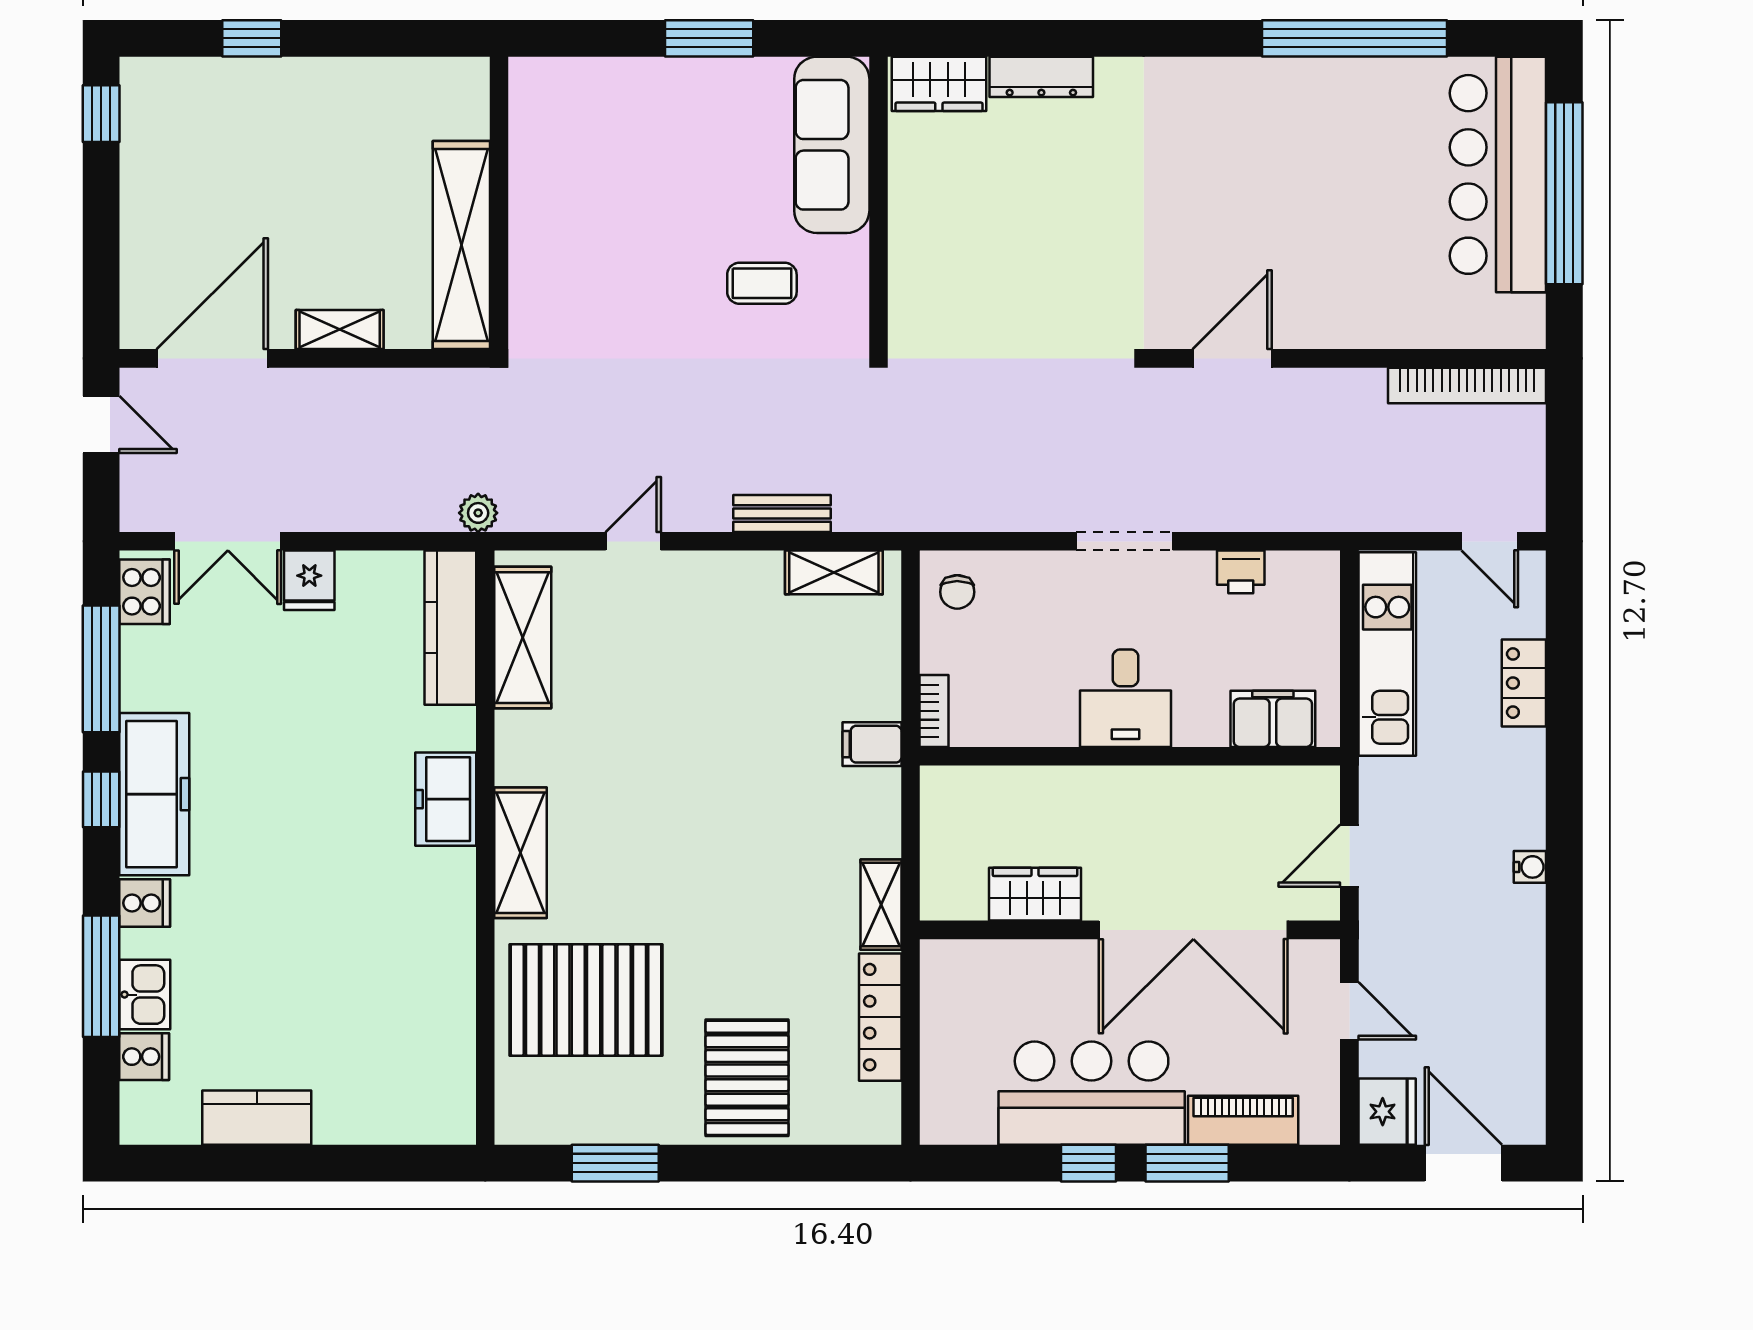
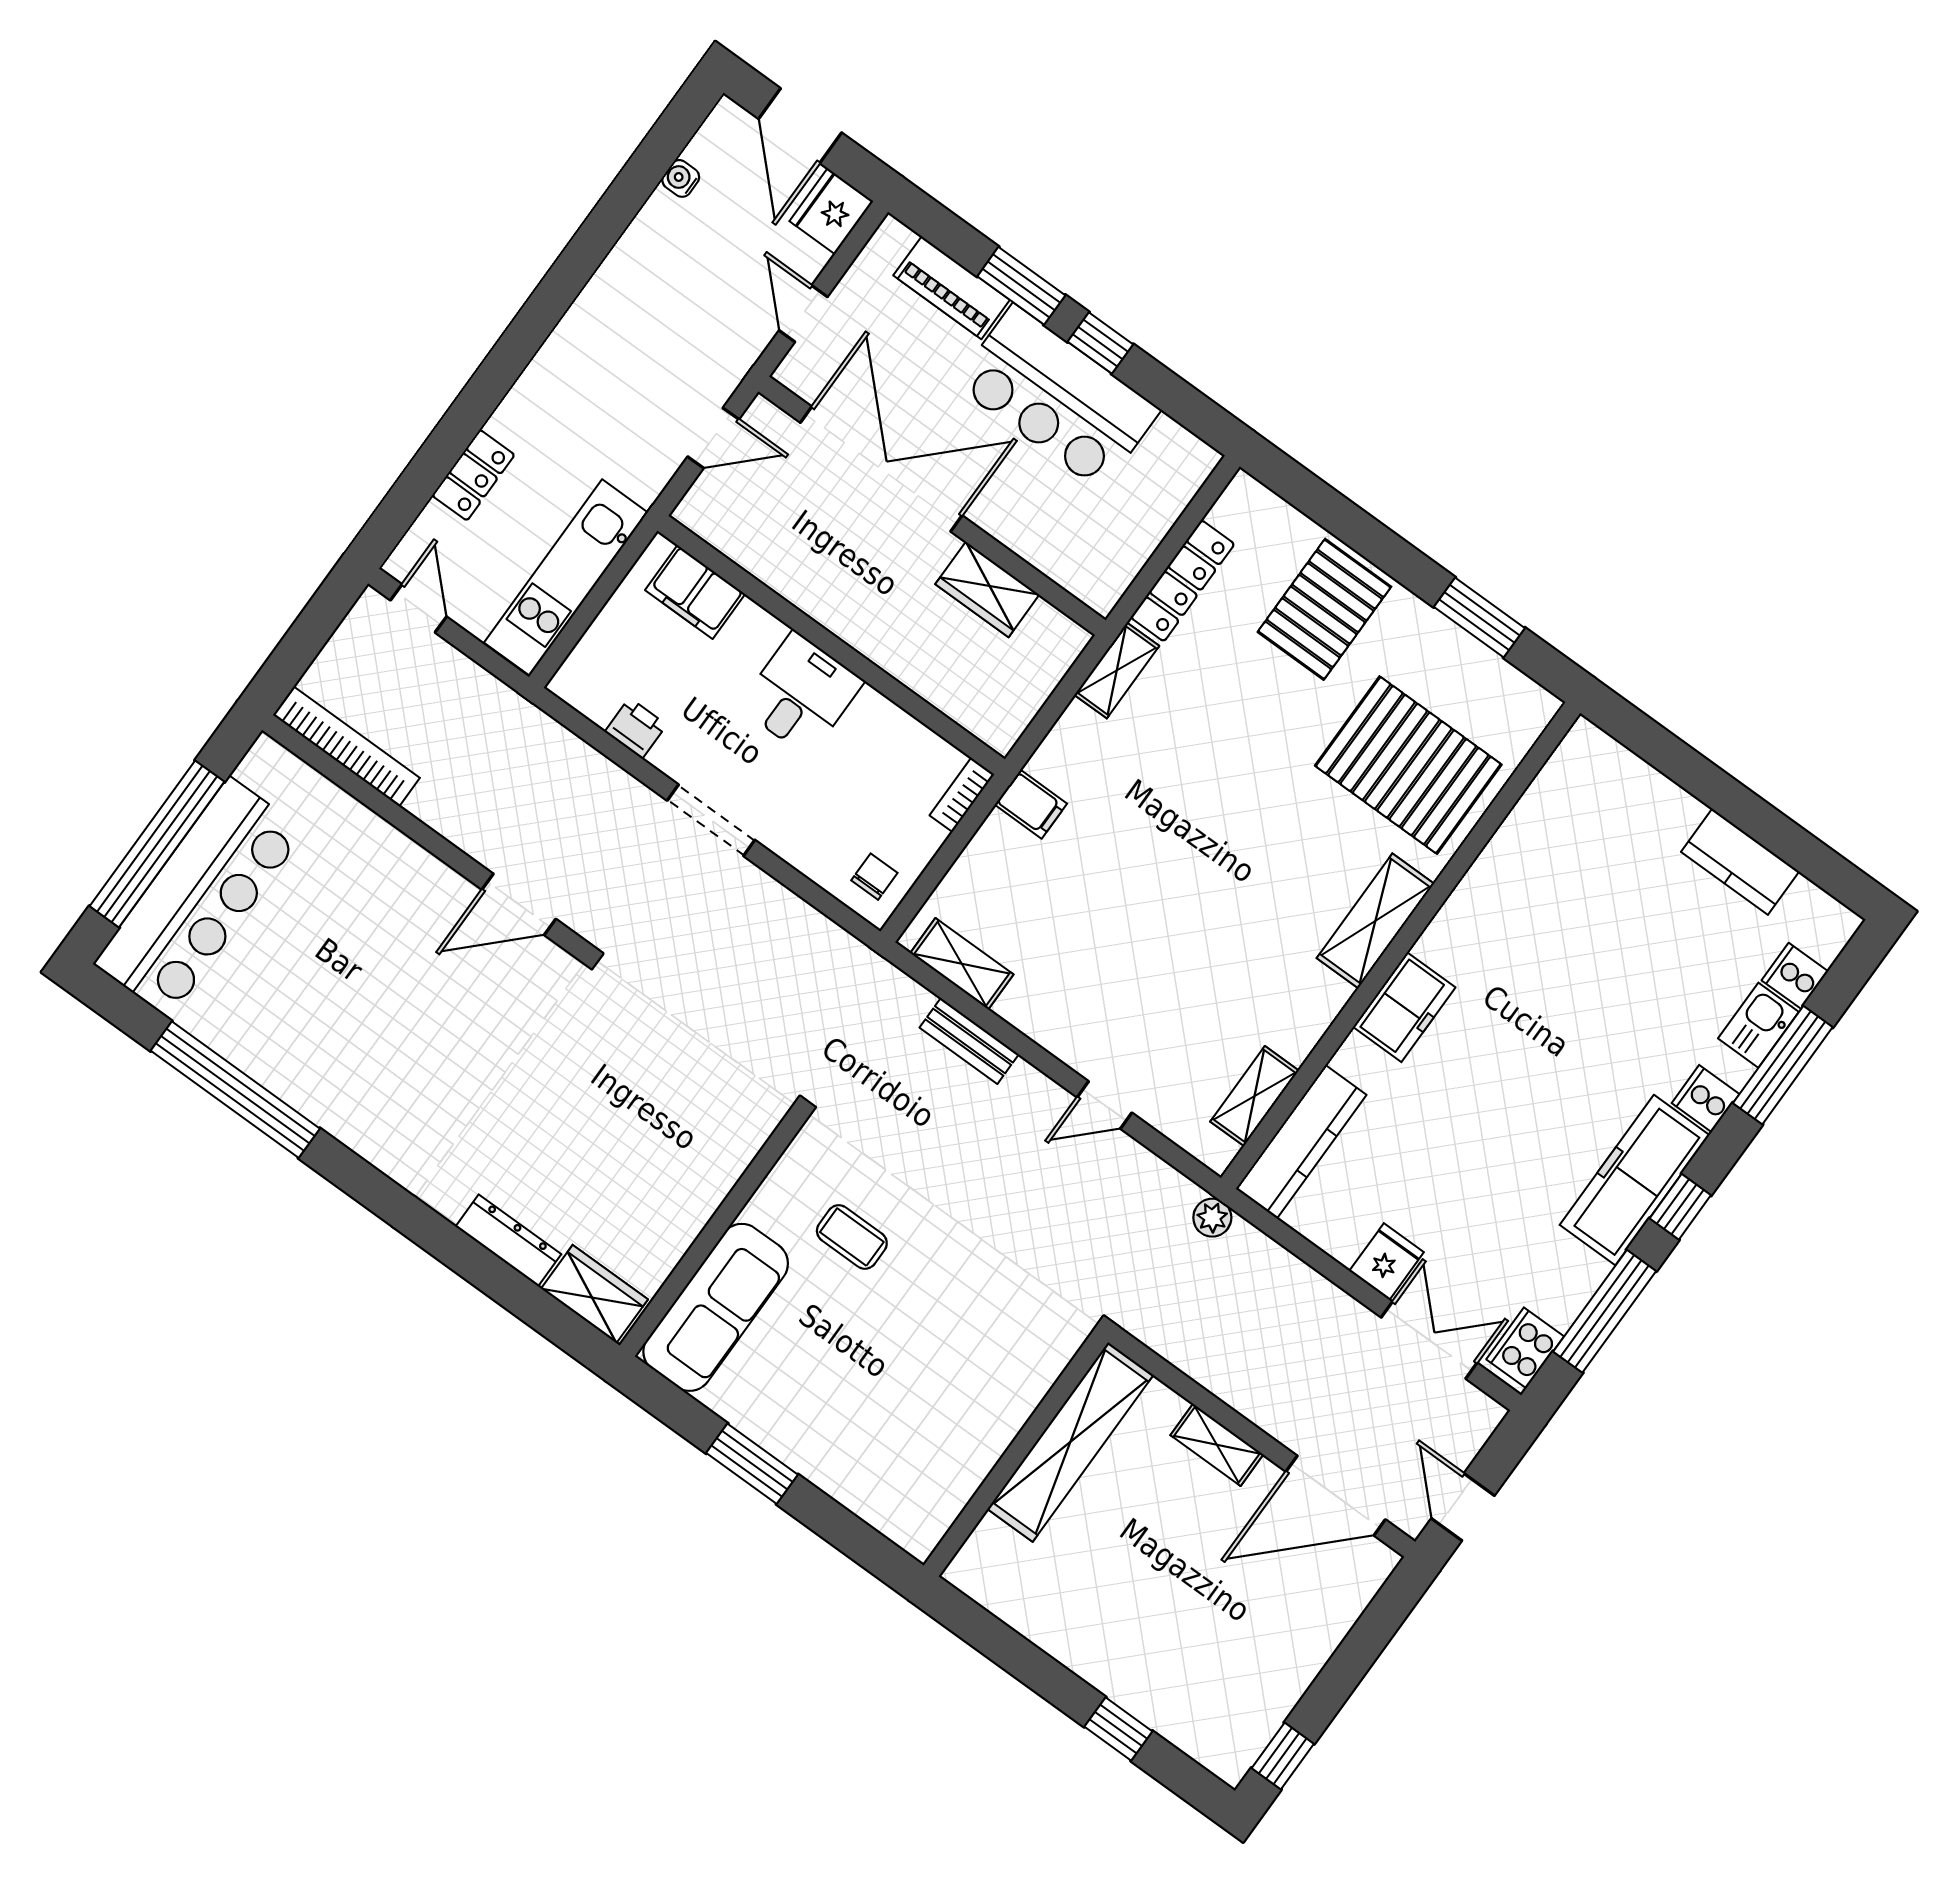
shelving: (523, 638) -> (1255, 1096), width x0.67, depth x0.75
water cooler: (1530, 867) -> (681, 178), moved

